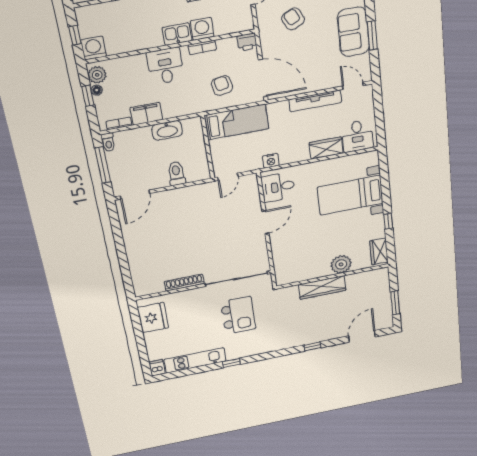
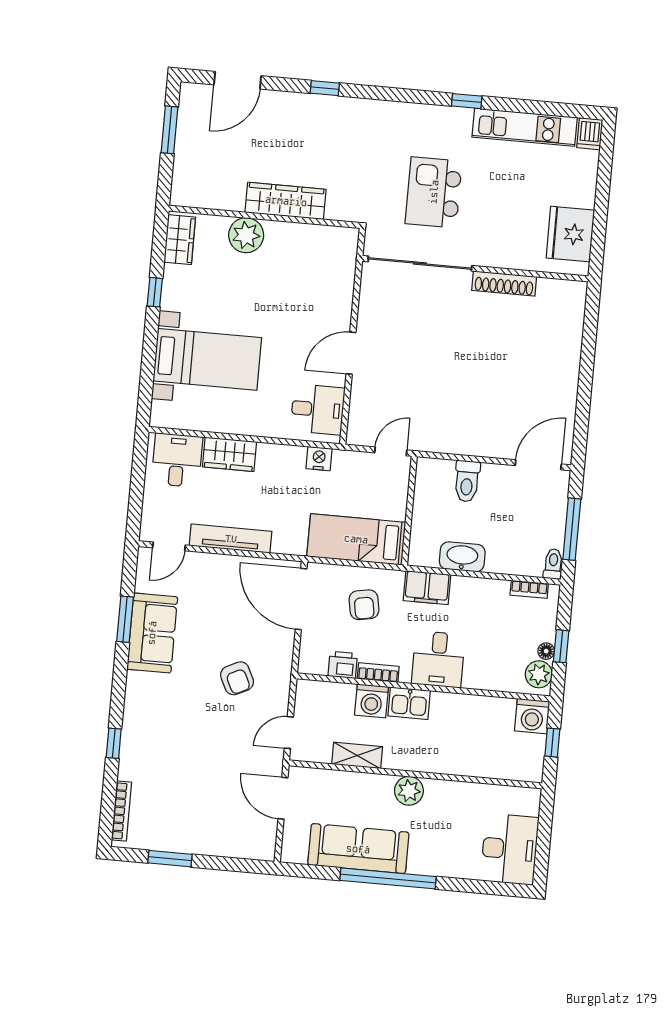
printer: (247, 42) -> (343, 665), moved
door: (353, 86) -> (169, 546), hinge flipped
filing cabinet: (146, 114) -> (427, 588), moved

